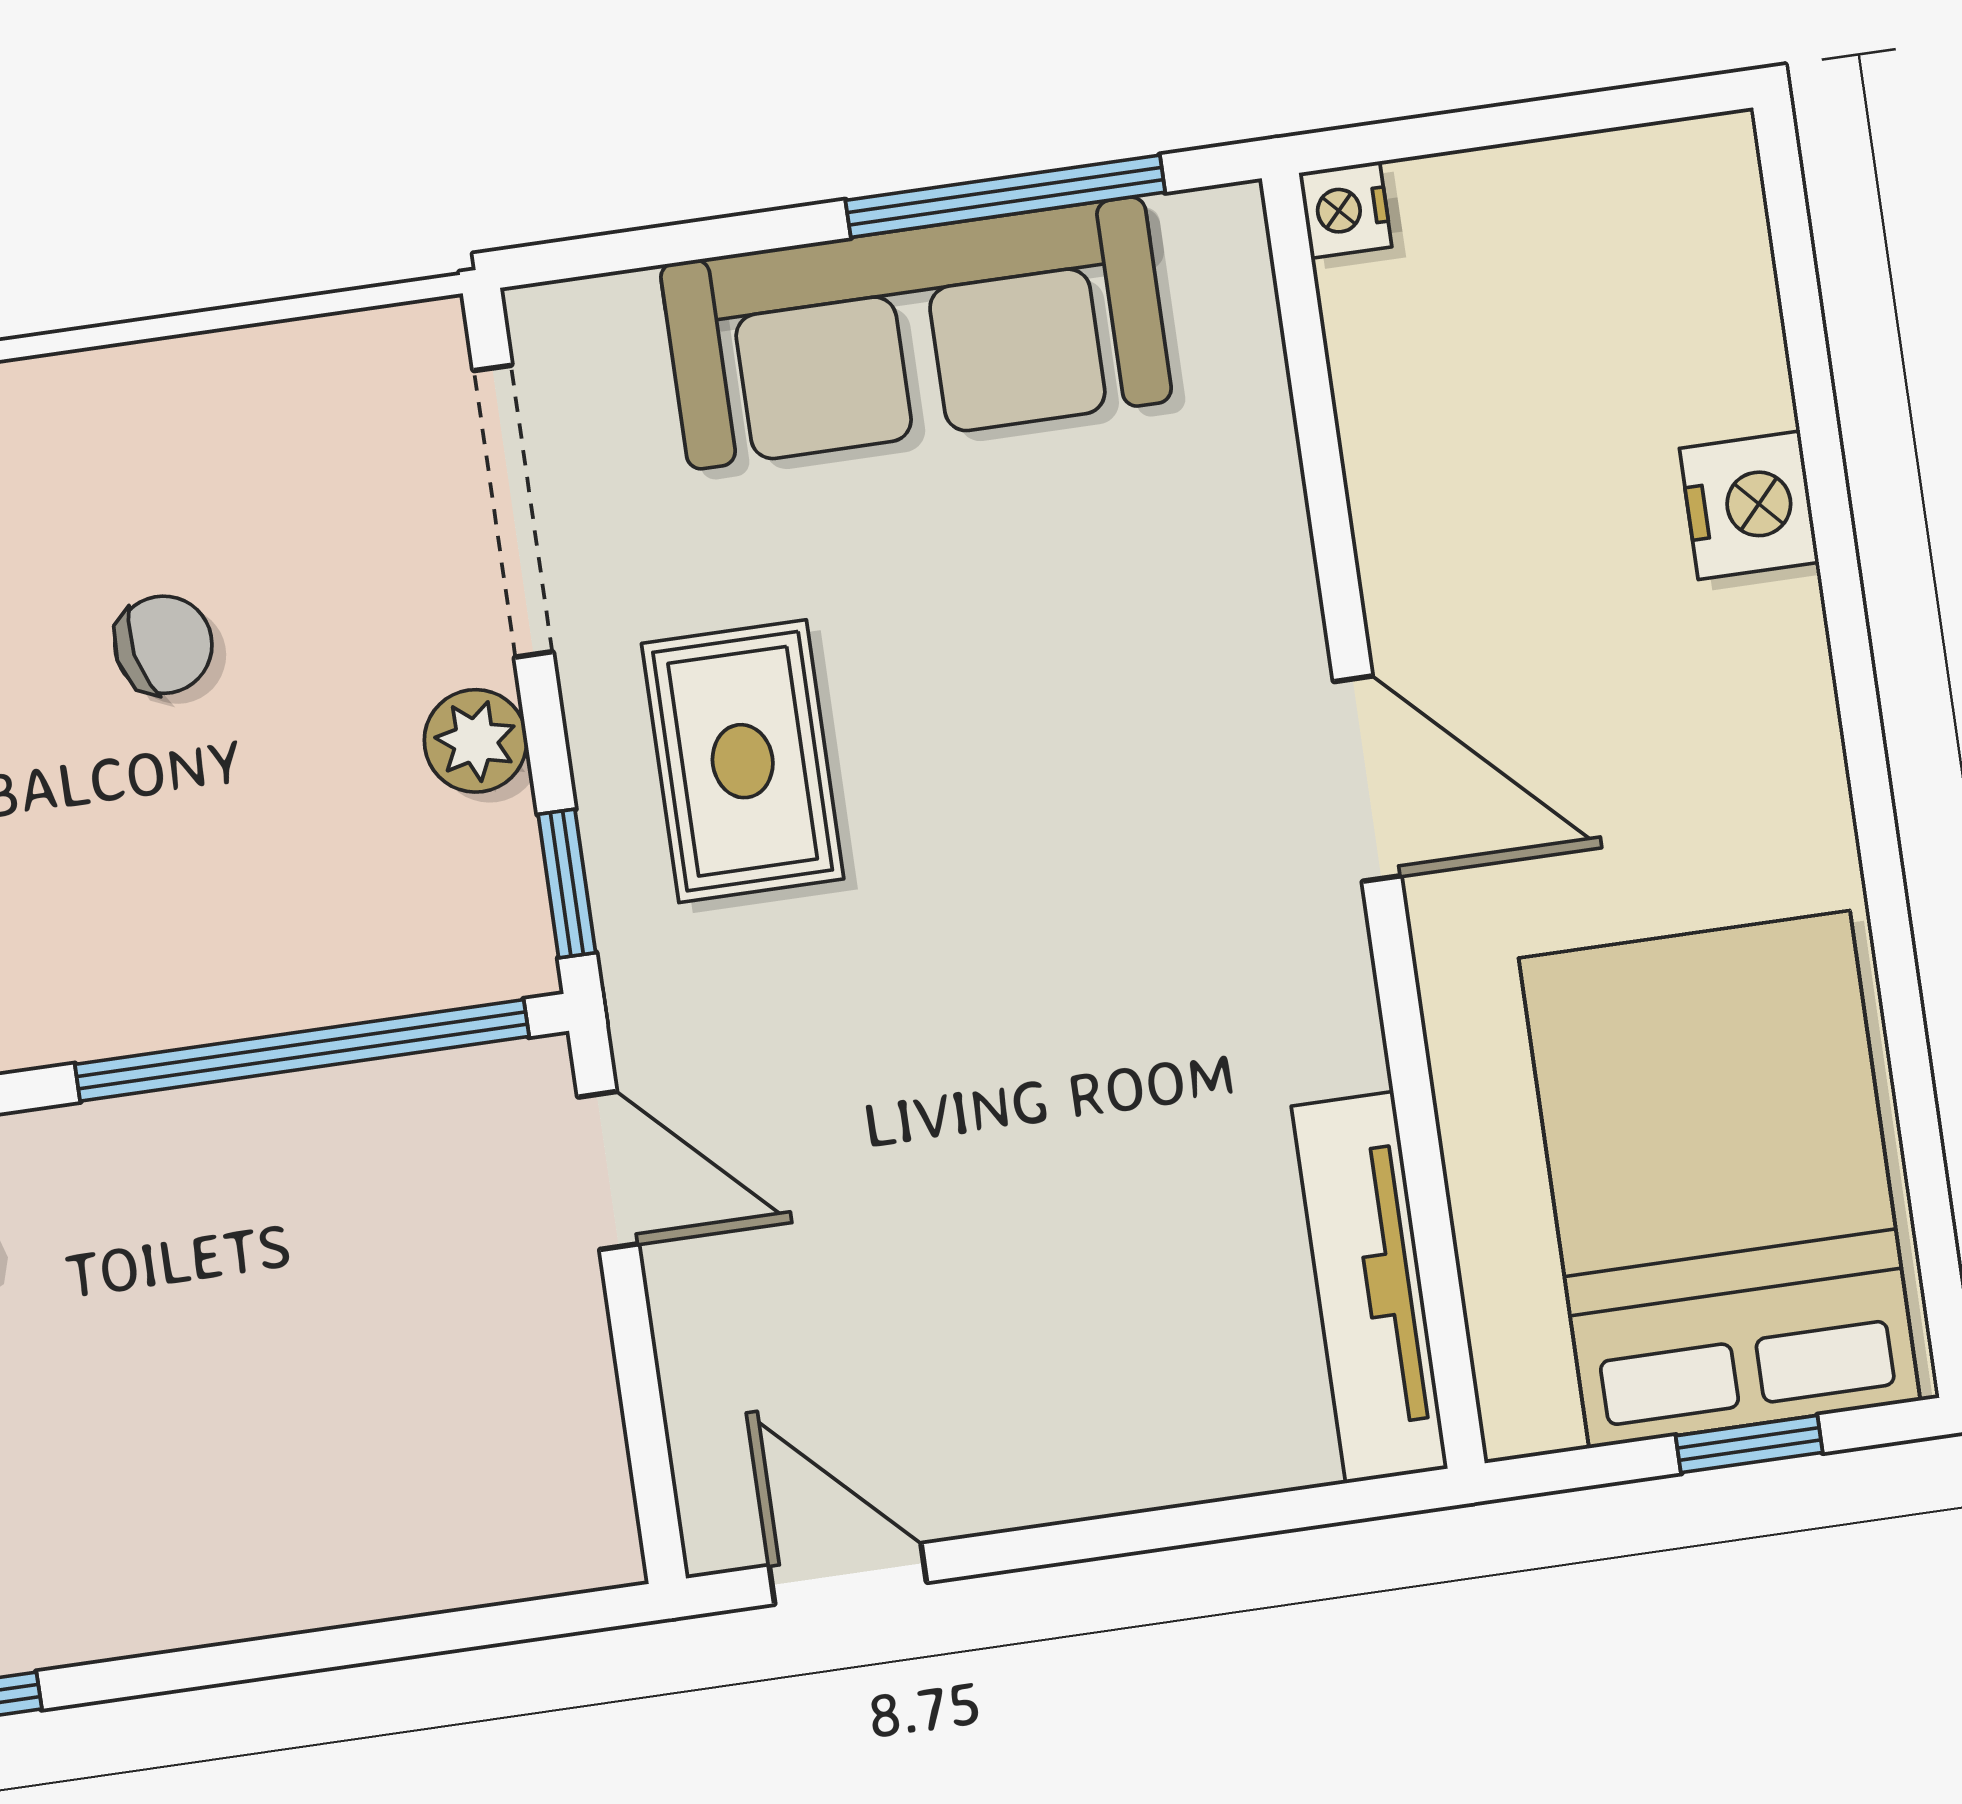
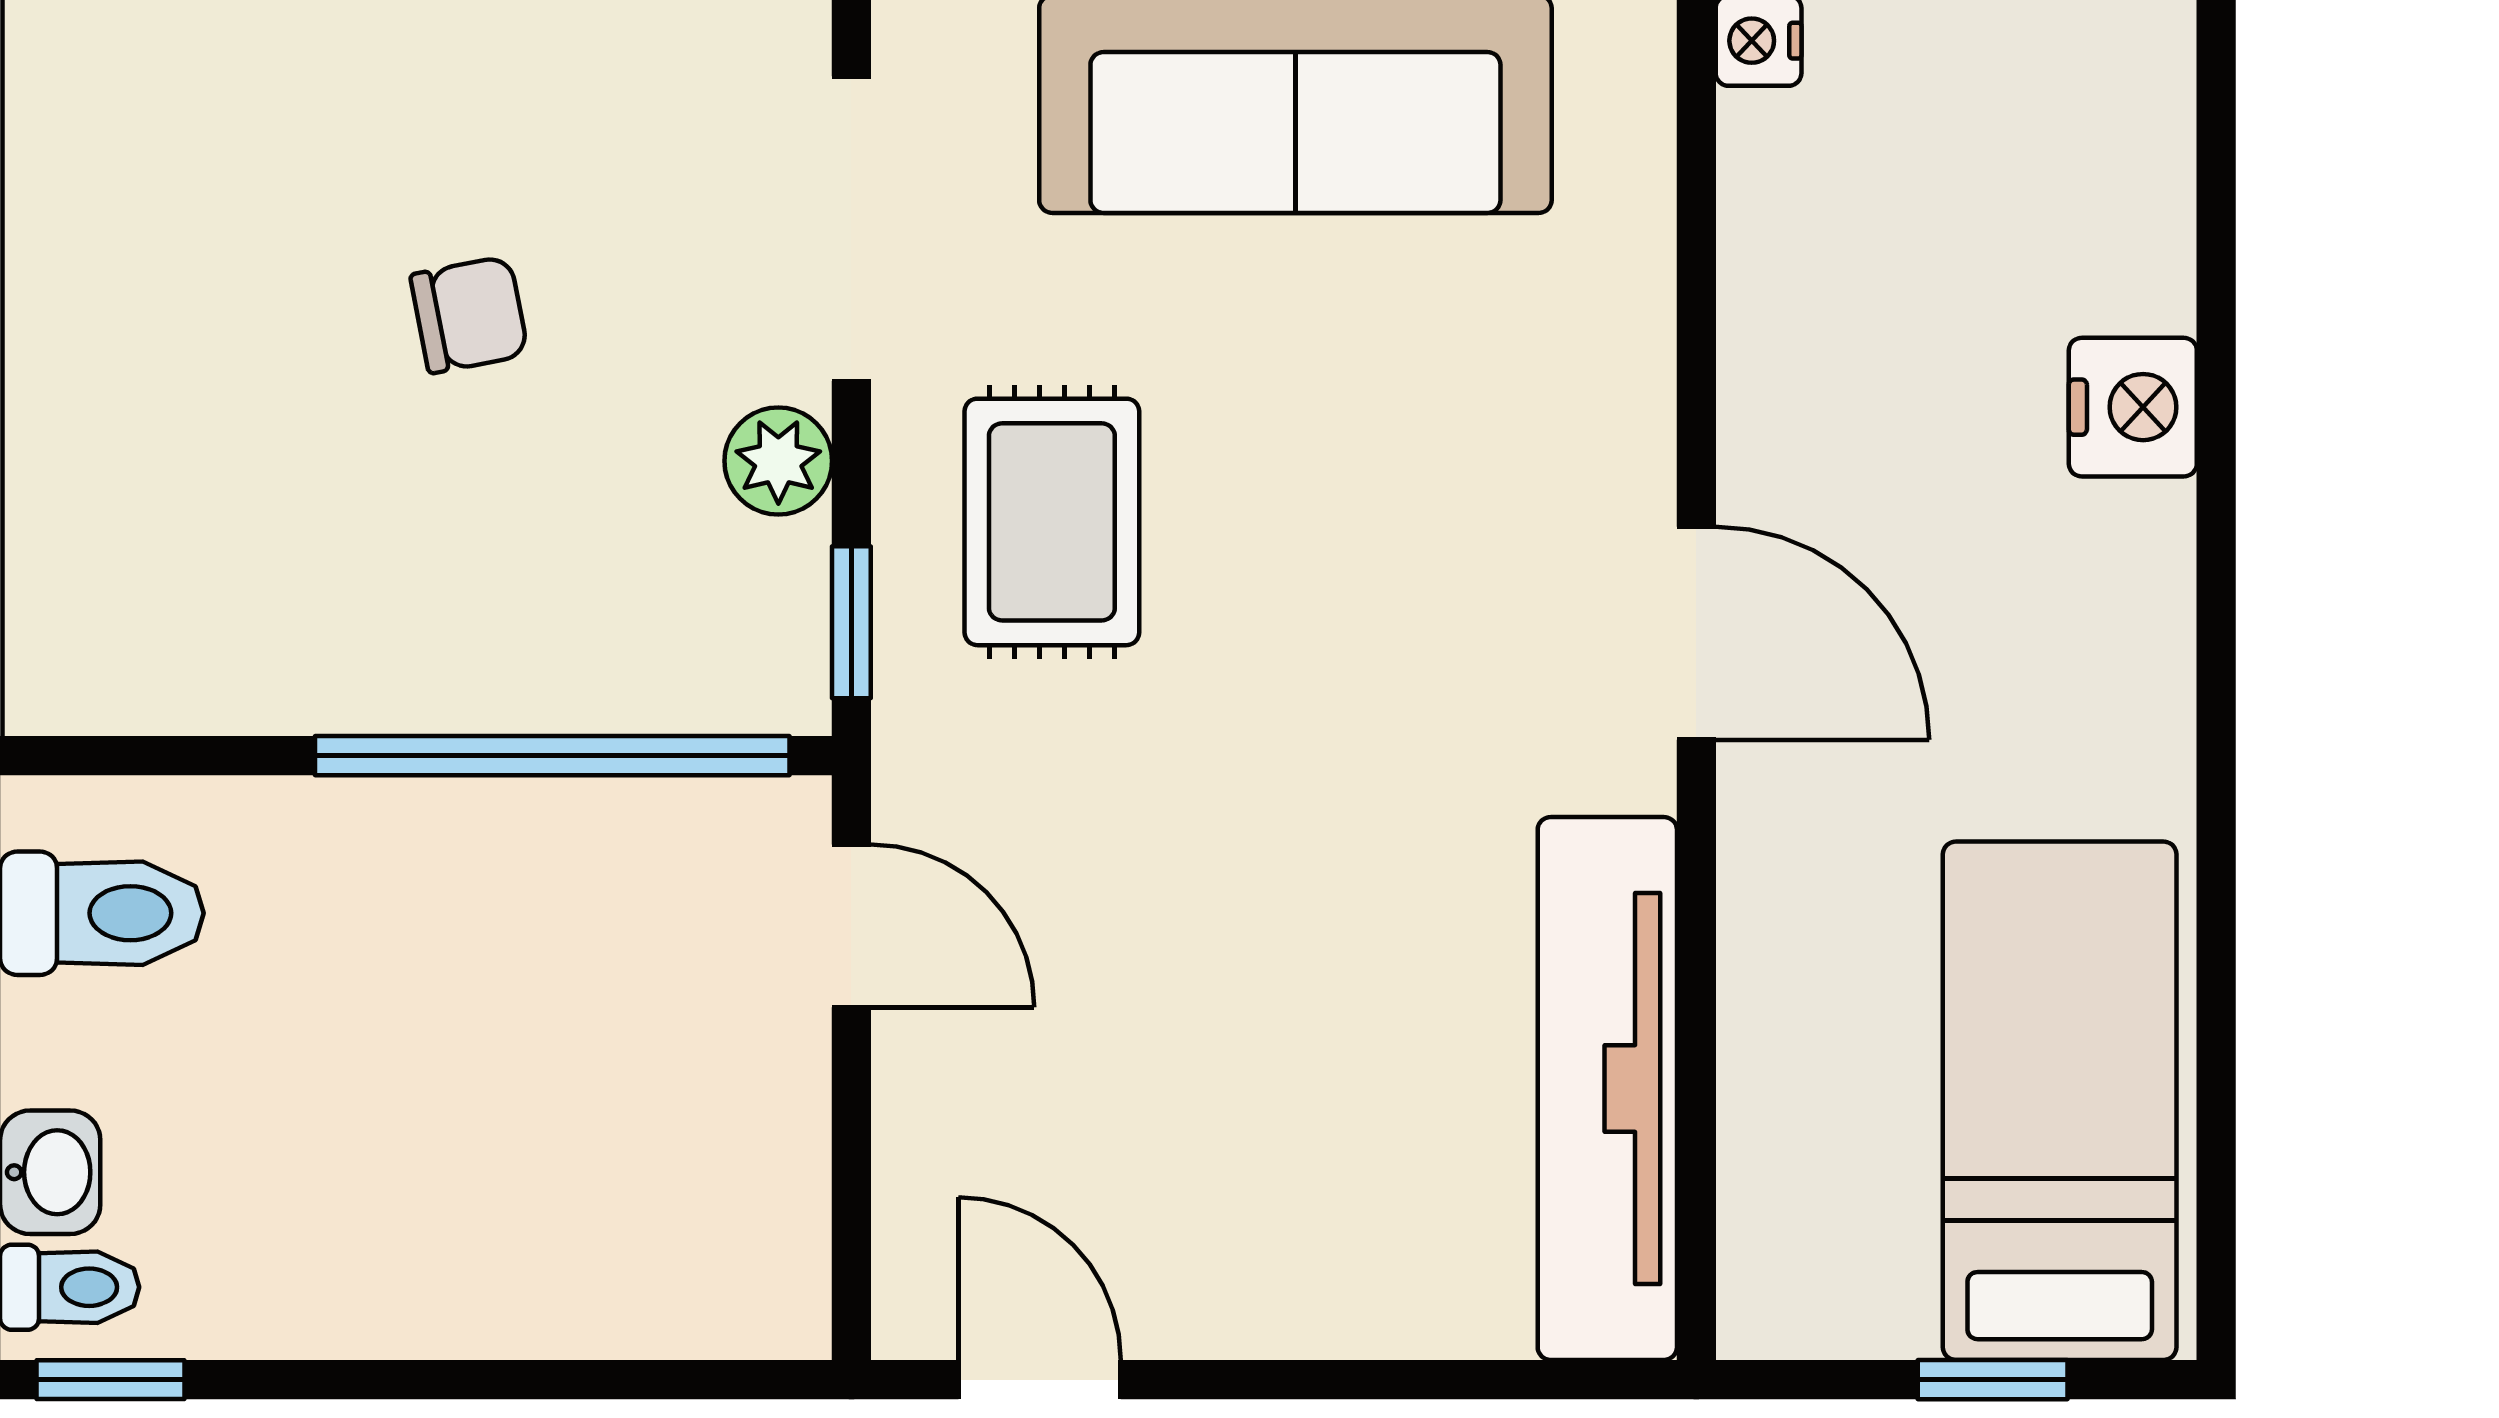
bed: (1719, 1179) -> (2060, 1101), width x0.67
tv unit: (1370, 1287) -> (1607, 1088), width x1.36, depth x1.29

